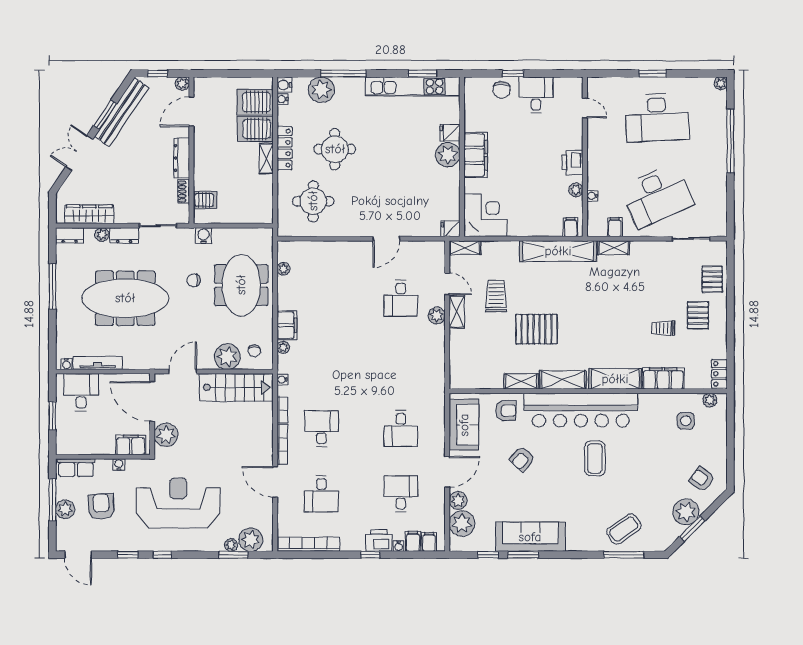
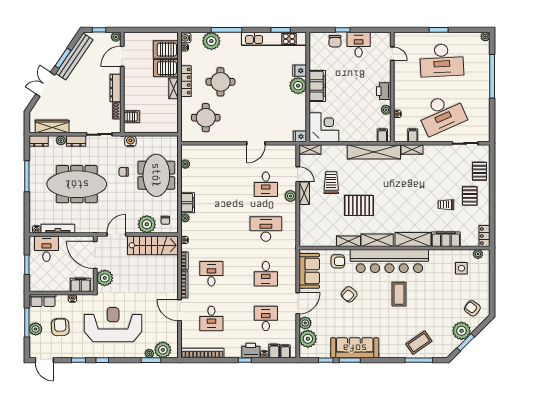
desk: (401, 363) -> (266, 229), added

